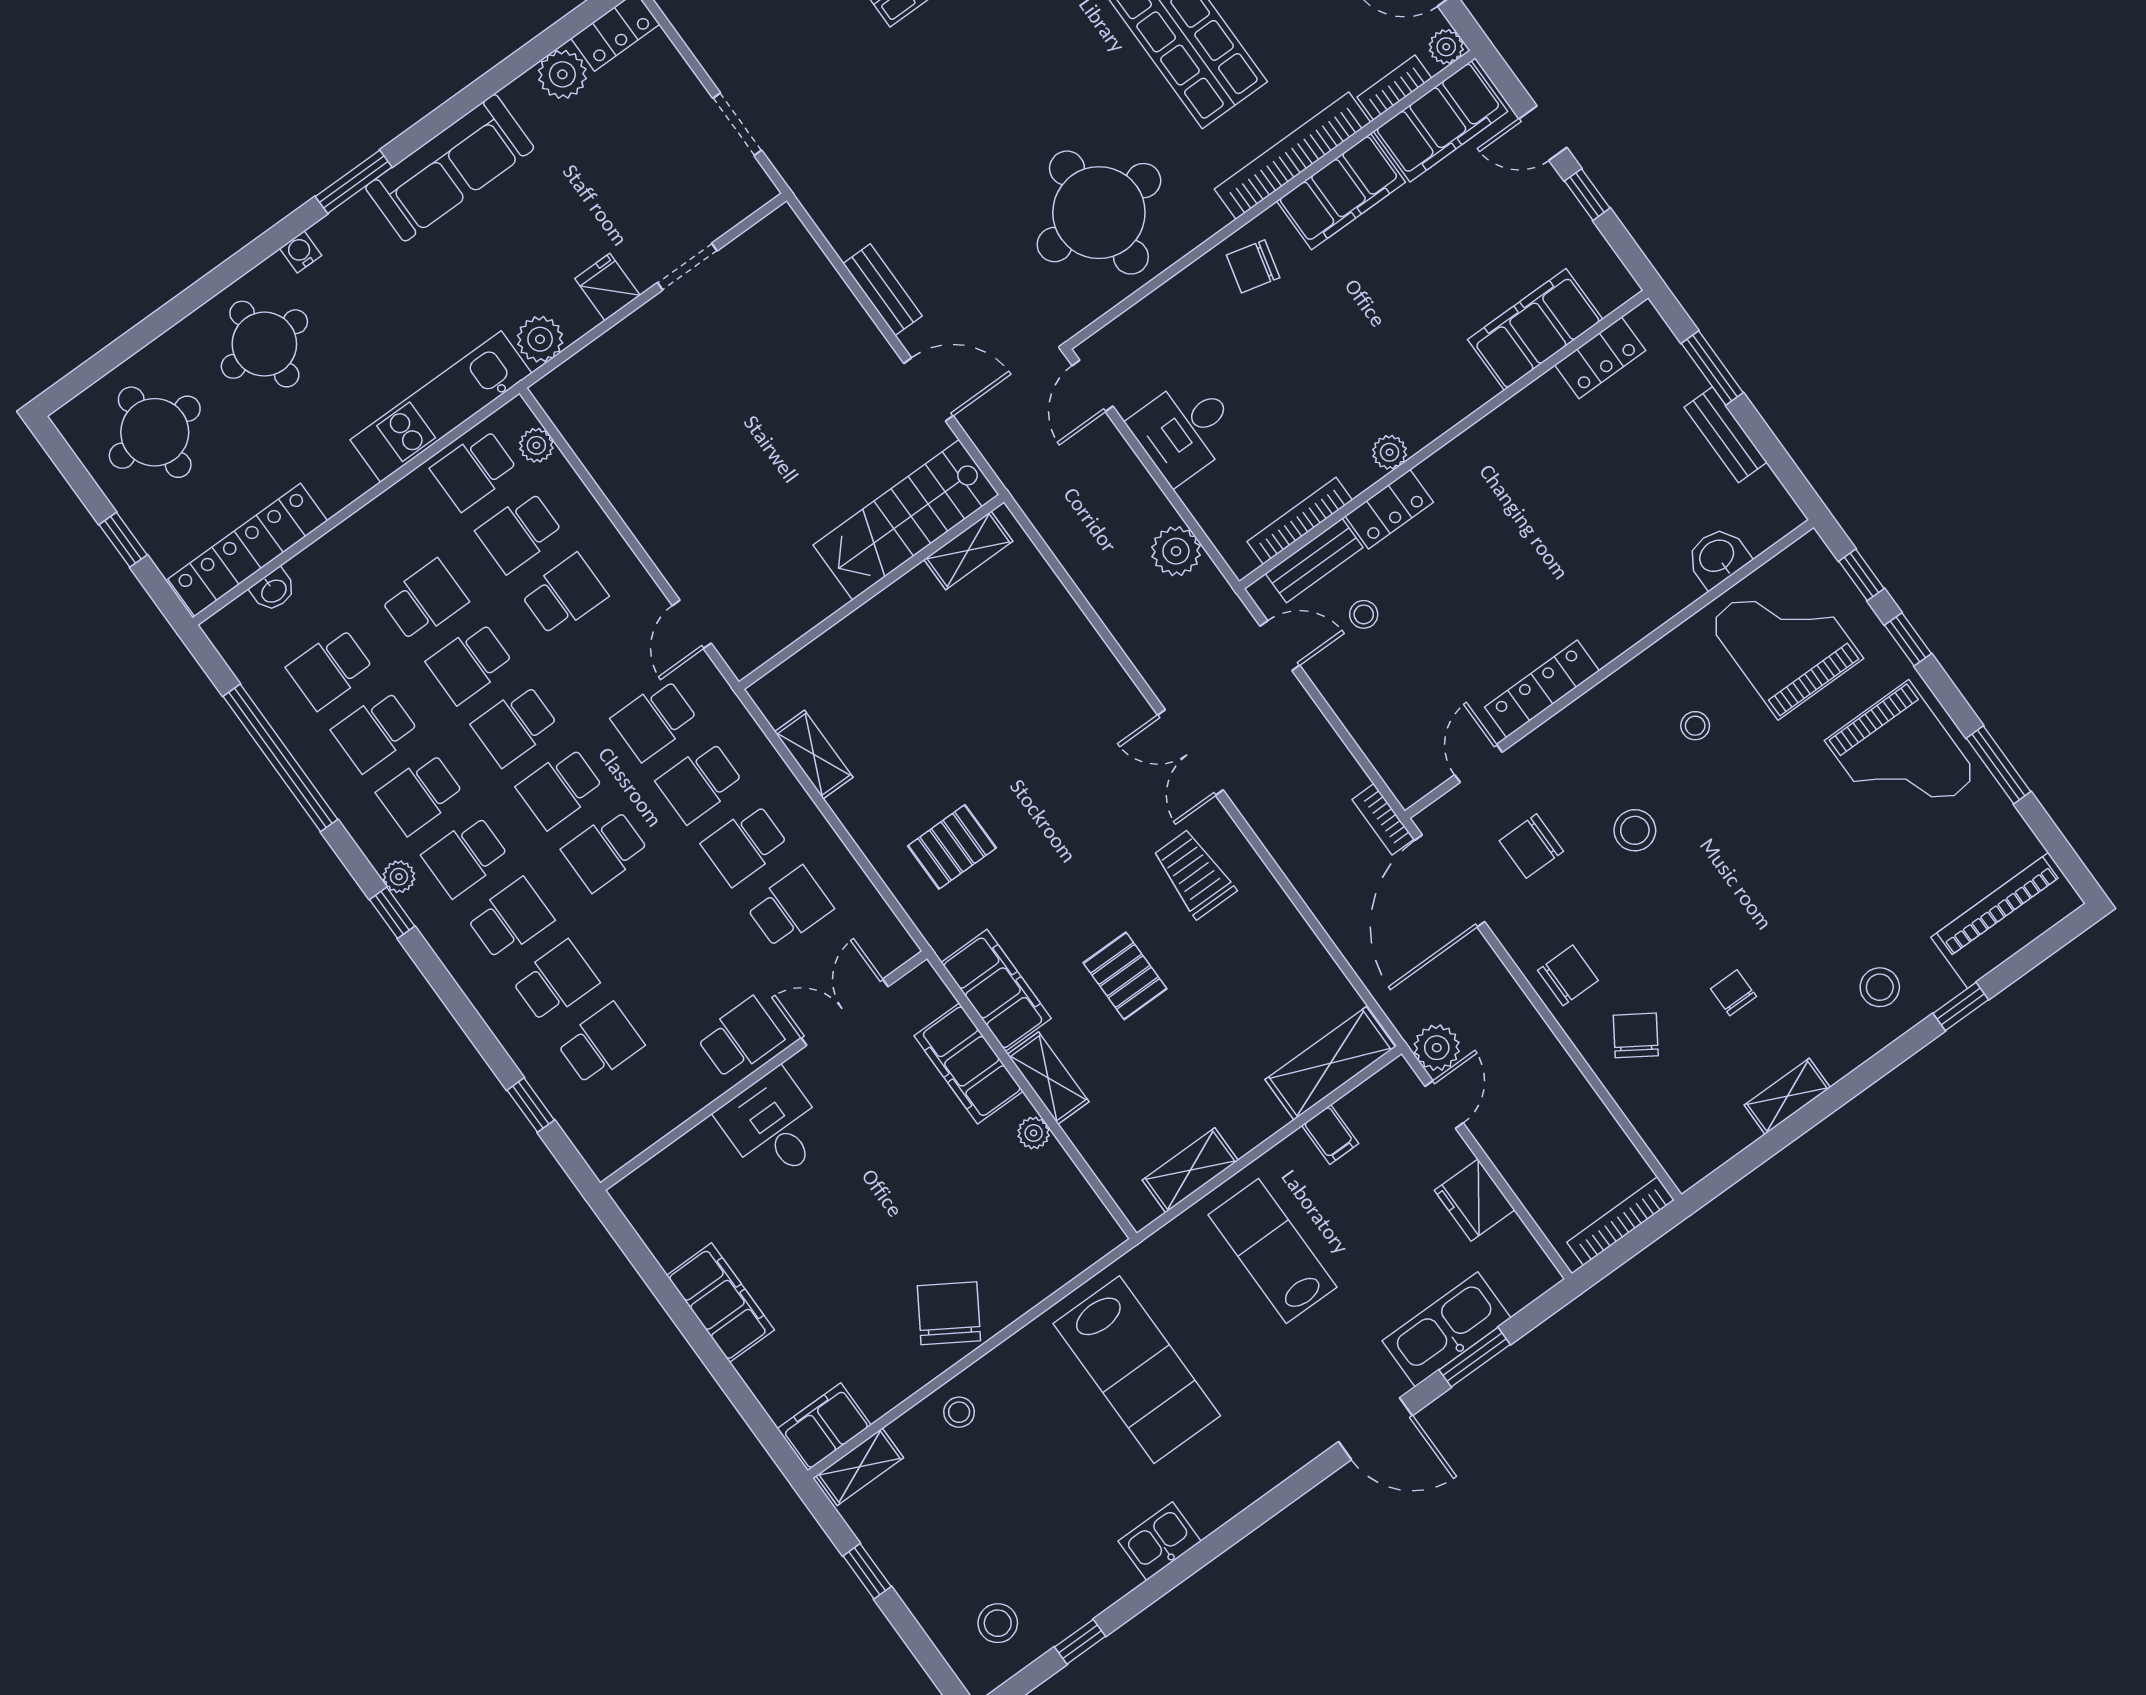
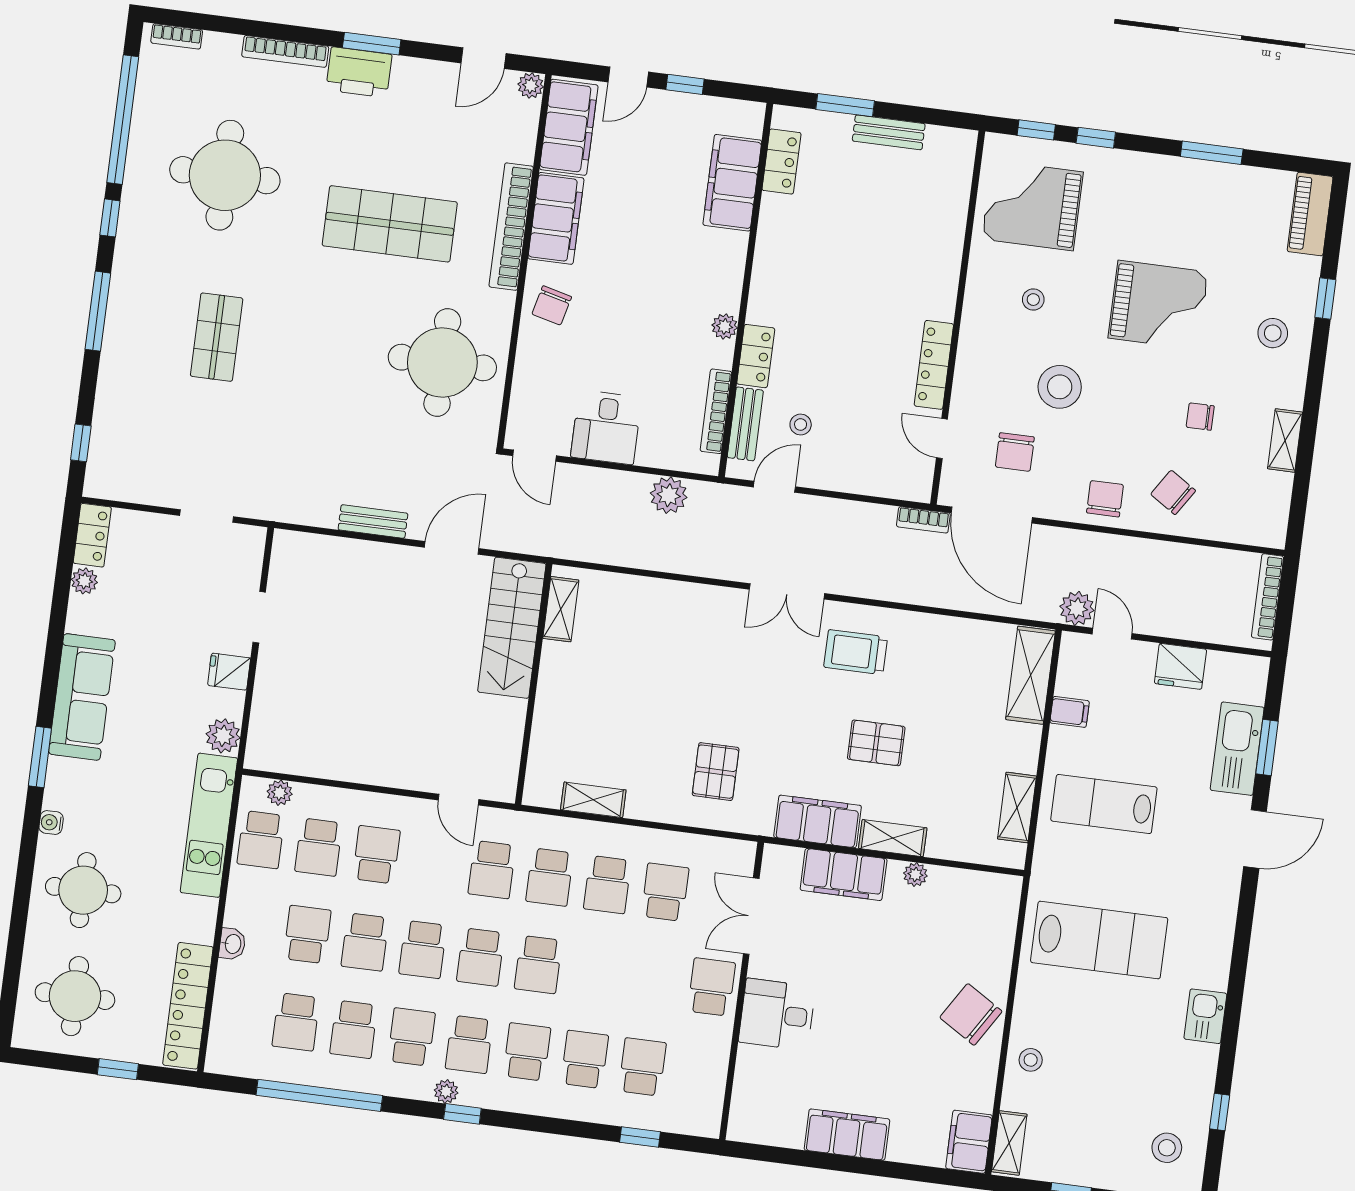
plant: (562, 74) -> (84, 581), width x0.73, depth x0.73
bookcase: (1394, 88) -> (526, 135), removed
washbasin: (1717, 557) -> (952, 200), removed
washbasin: (273, 590) -> (232, 944), moved
grand piano: (1902, 759) -> (1158, 305), moved
school desk: (420, 794) -> (411, 1037), turned 180
stool: (1635, 830) -> (1060, 387), width x1.38, depth x1.38
piano: (2008, 920) -> (1310, 214), width x0.73, depth x0.75

